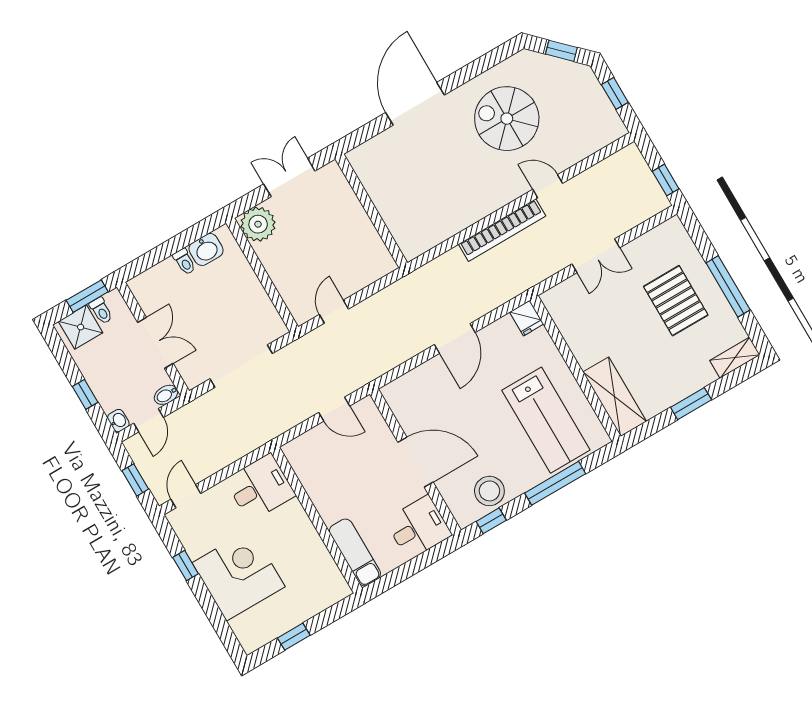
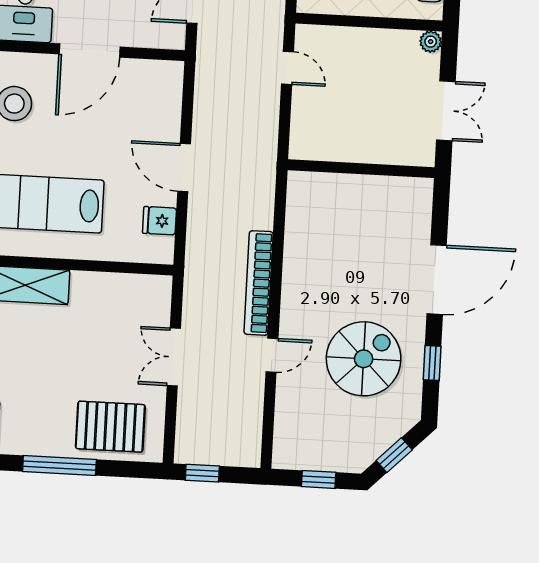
window: (477, 67) -> (432, 363), added
door: (415, 104) -> (437, 280), hinge flipped
plant: (258, 224) -> (431, 42), width x0.53, depth x0.53
pallet: (676, 301) -> (110, 427), moved
fridge: (527, 318) -> (160, 221), moved

